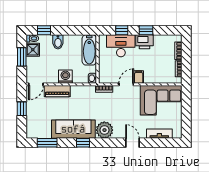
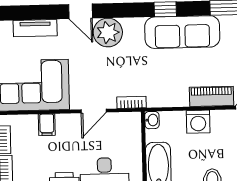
filing cabinet: (139, 77) -> (47, 125), moved
plant: (104, 130) -> (108, 33), moved

